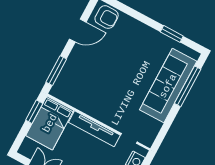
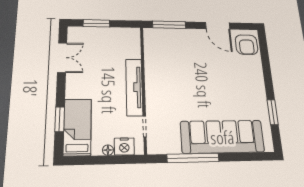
window: (188, 86) -> (193, 158), moved
window: (34, 112) -> (96, 23), moved
bed: (50, 123) -> (115, 43), removed

